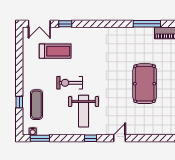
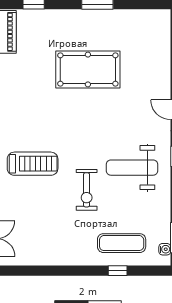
treadmill: (55, 51) -> (33, 164), moved, turned 90
weight bench: (83, 111) -> (132, 168), turned 180

